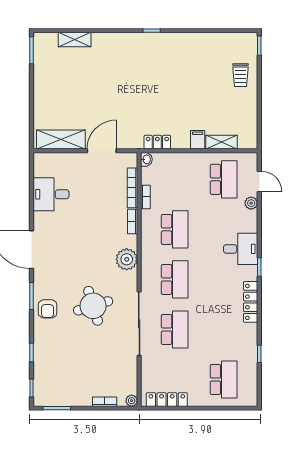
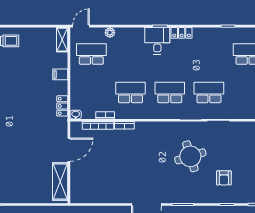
shelving: (222, 142) -> (62, 40), moved
door: (102, 151) -> (69, 150), swing flipped
door: (259, 181) -> (81, 26), moved
desk: (51, 194) -> (103, 189), removed
desk: (241, 249) -> (157, 41), moved
plant: (127, 259) -> (154, 130), removed
locker: (251, 302) -> (182, 33), width x0.66
armchair: (48, 309) -> (224, 178), moved, turned 90

